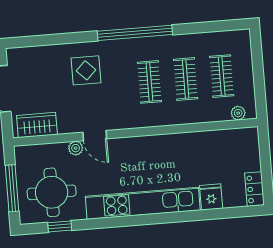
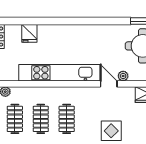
kitchen unit: (143, 203) -> (59, 73), moved, turned 180

